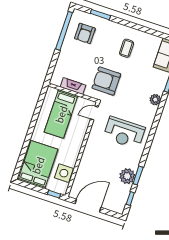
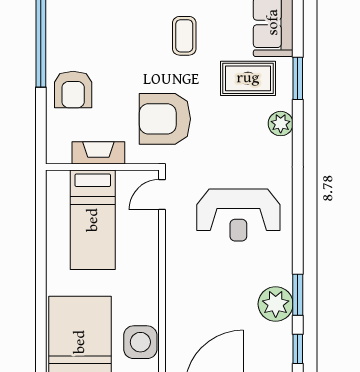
armchair: (85, 33) -> (73, 89), moved
rug: (148, 76) -> (248, 78), added

